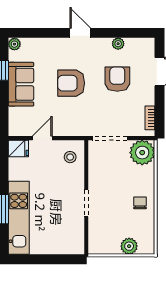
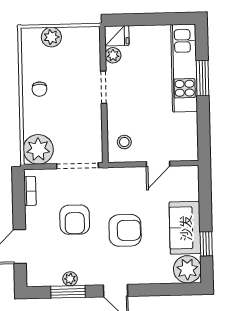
window: (120, 33) -> (68, 292), added
plant: (14, 44) -> (187, 269), width x1.87, depth x1.87
armchair: (117, 79) -> (75, 220), moved
fridge: (18, 148) -> (117, 36), moved, turned 180
plant: (78, 230) -> (113, 55), added

